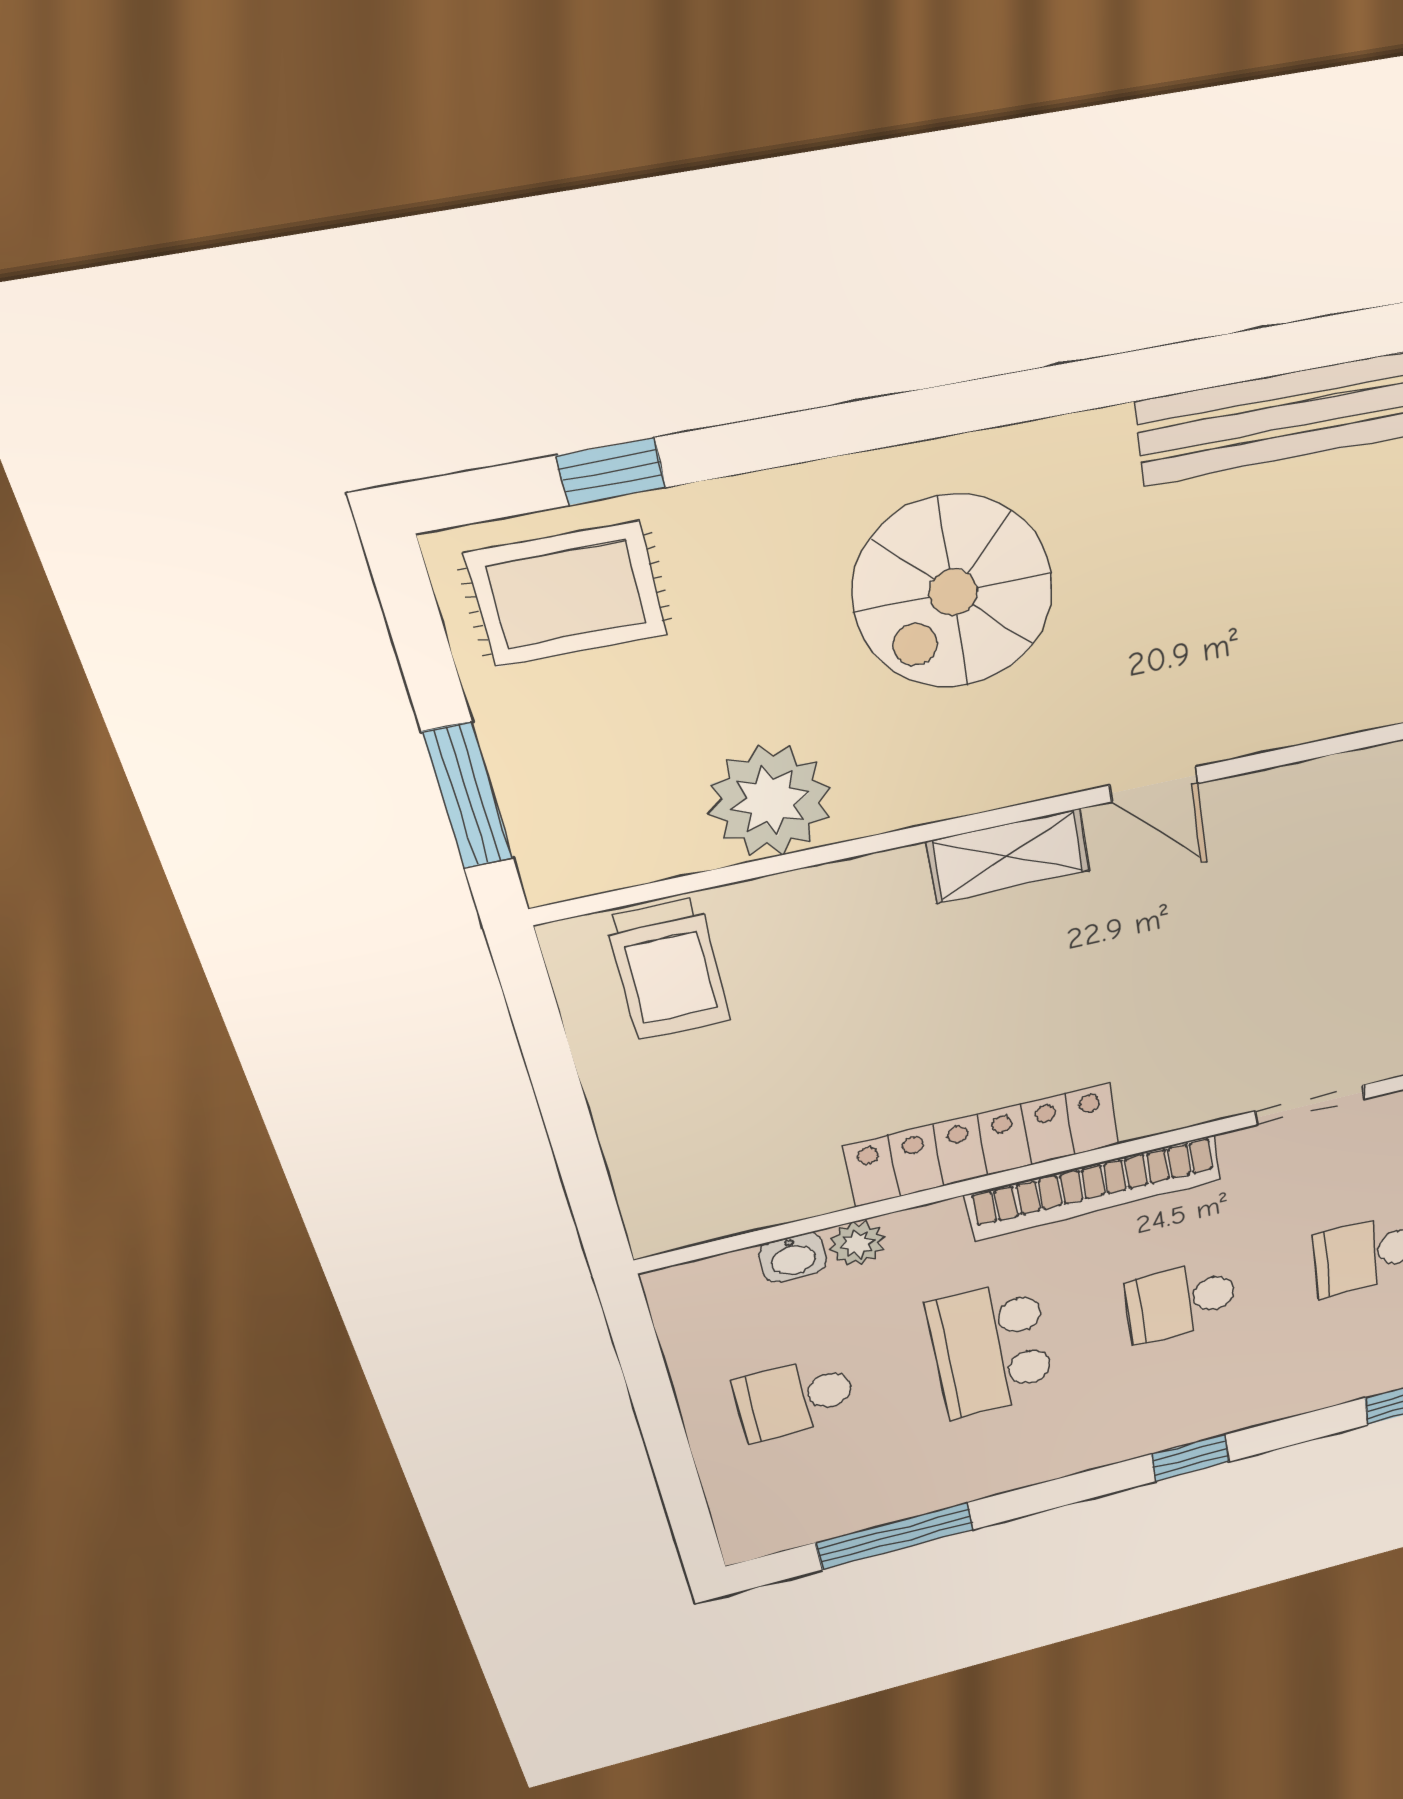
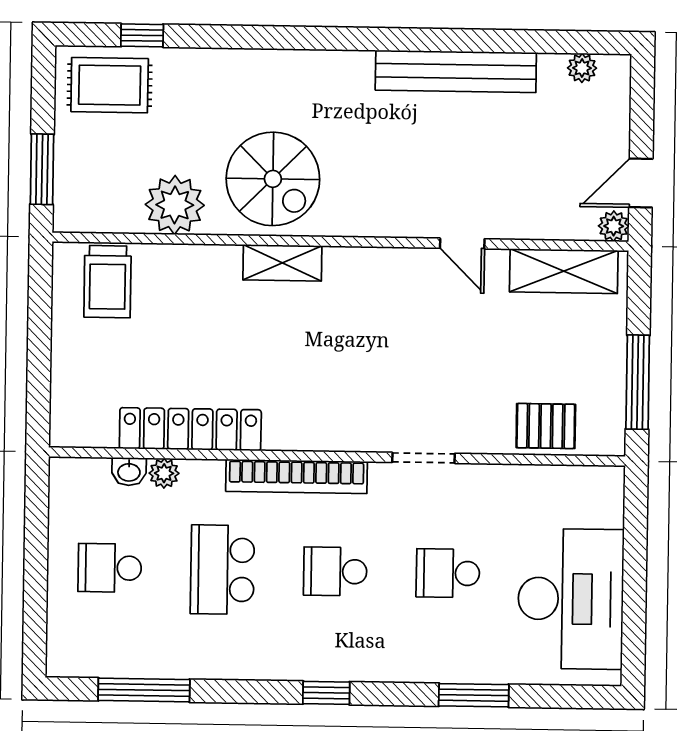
spiral stairs: (953, 592) -> (273, 179), moved, turned -90
door: (1154, 784) -> (462, 244), moved
locker: (982, 1145) -> (190, 429), moved

